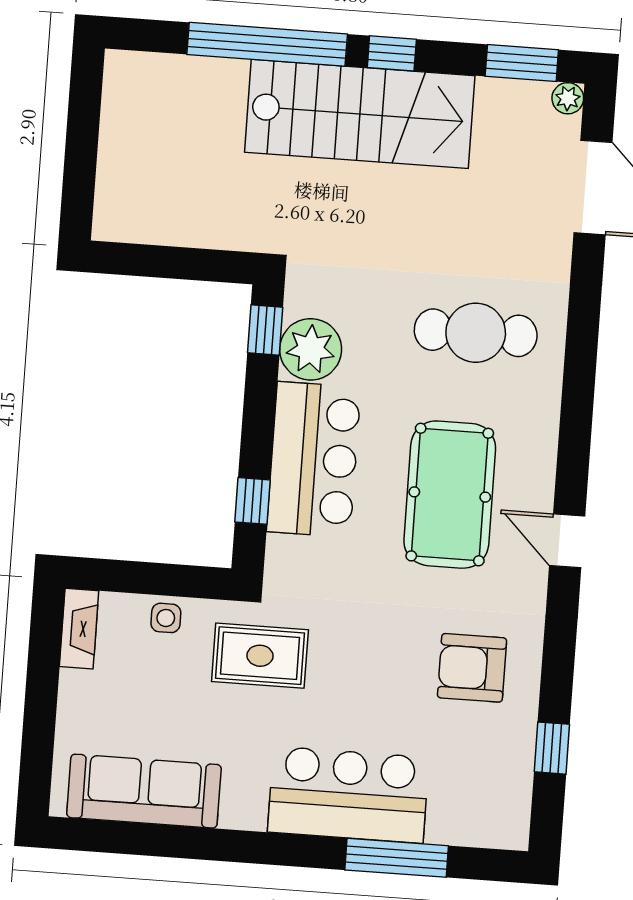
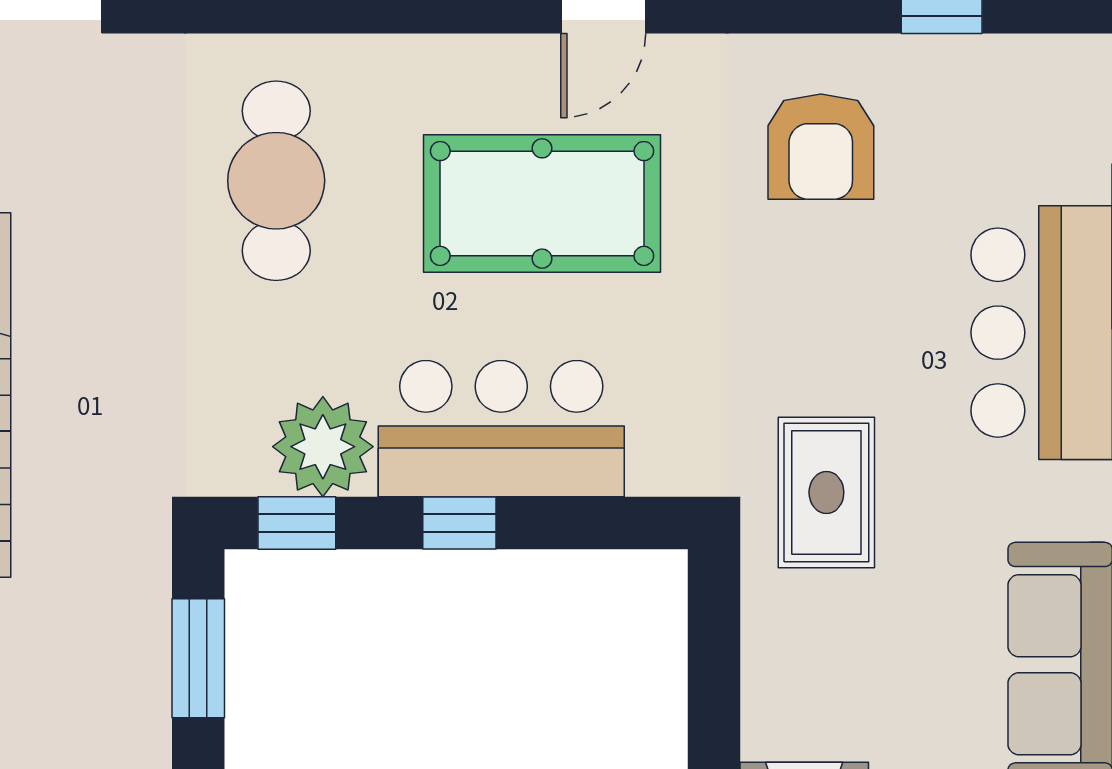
window: (187, 263) -> (198, 658), added
window: (252, 501) -> (459, 523), moved
side table: (166, 618) -> (776, 650), removed

